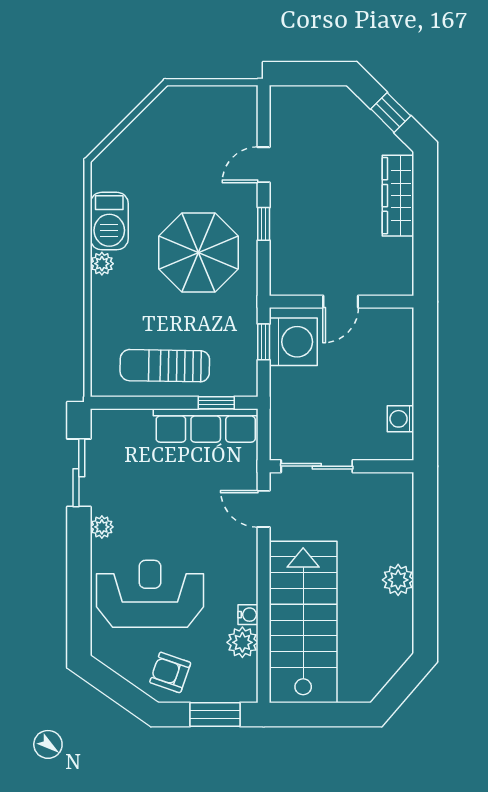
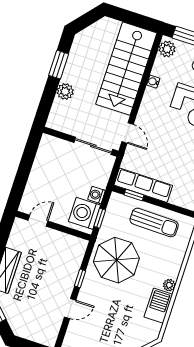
parasol: (199, 252) -> (116, 260), moved
door: (341, 302) -> (38, 221), moved
washing machine: (401, 419) -> (97, 195), moved, turned 180
plant: (398, 580) -> (65, 92), moved
window: (425, 590) -> (59, 65), added
plant: (242, 642) -> (167, 49), moved

